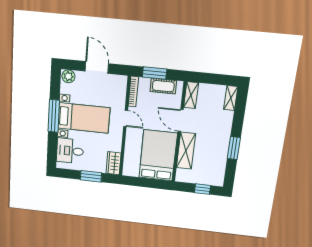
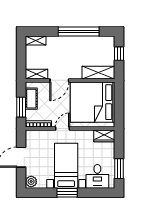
window: (54, 116) -> (67, 193), width x0.69
window: (234, 148) -> (79, 32), width x2.11
shelving: (186, 151) -> (98, 73), moved
bed: (158, 155) -> (93, 102), width x1.36
window: (91, 176) -> (119, 169), moved

